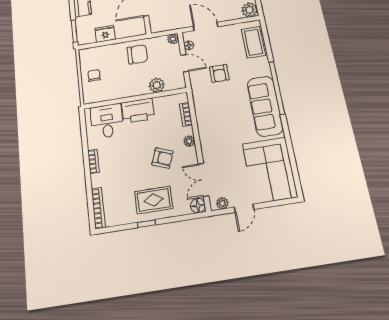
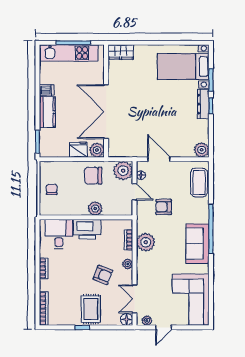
plant: (138, 29) -> (97, 150), added
fridge: (105, 34) -> (78, 150), moved
plant: (173, 39) -> (123, 171), width x1.88, depth x1.88
chair: (137, 54) -> (93, 176), turned 180
armchair: (219, 73) -> (164, 207), turned 90
plant: (157, 85) -> (95, 208), moved
sofa: (265, 106) -> (198, 244), width x0.73
plant: (206, 114) -> (146, 242), added
rug: (154, 200) -> (91, 309), turned 90

